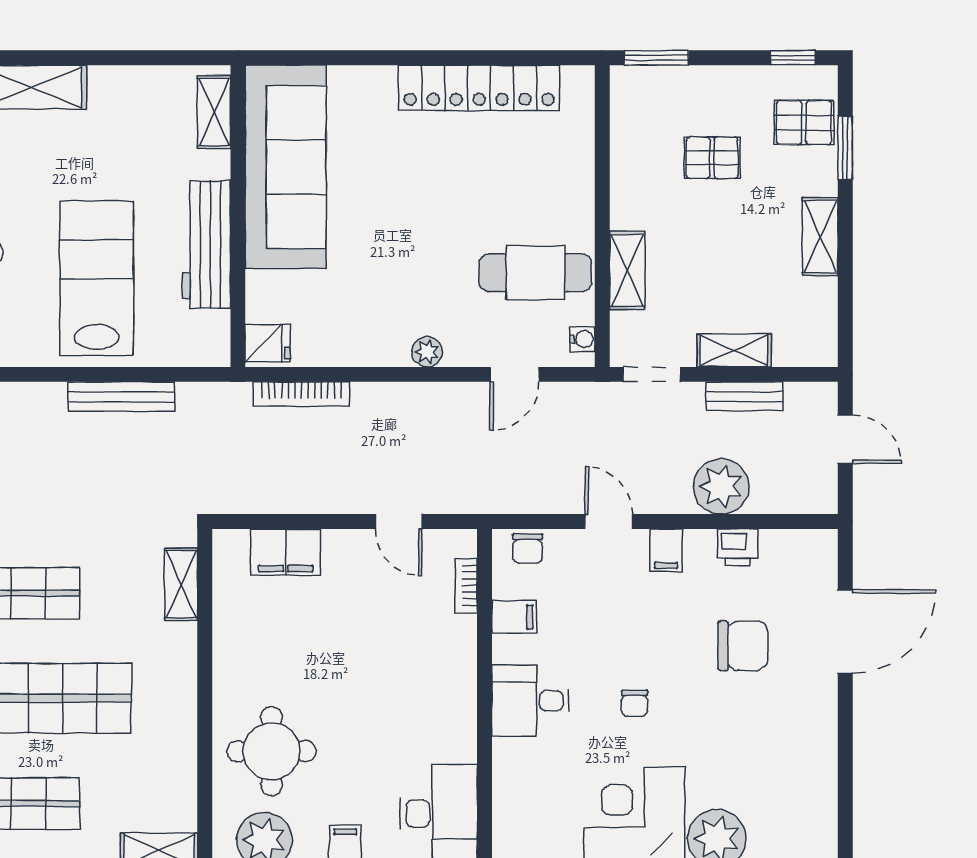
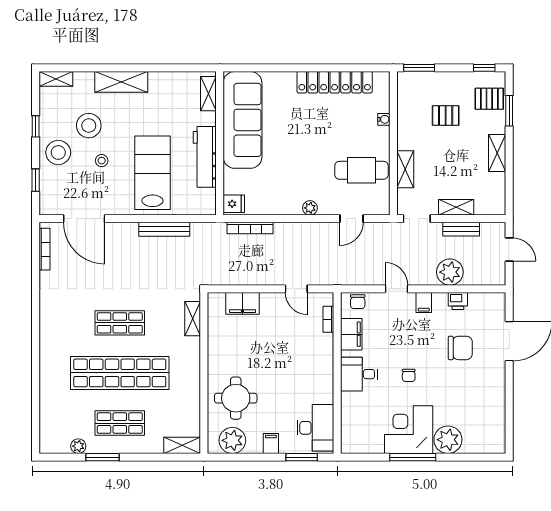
water cooler: (582, 339) -> (384, 119), moved
filing cabinet: (514, 617) -> (351, 334), width x2.00

